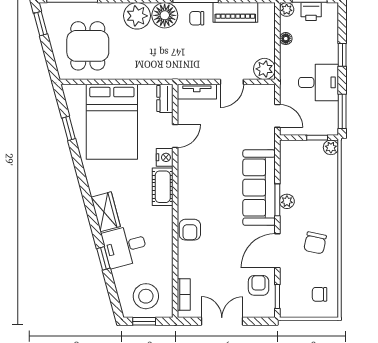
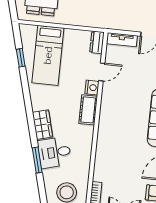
bed: (112, 122) -> (48, 55), width x0.67
armchair: (190, 230) -> (106, 145), removed
window: (103, 258) -> (37, 160), width x1.50

